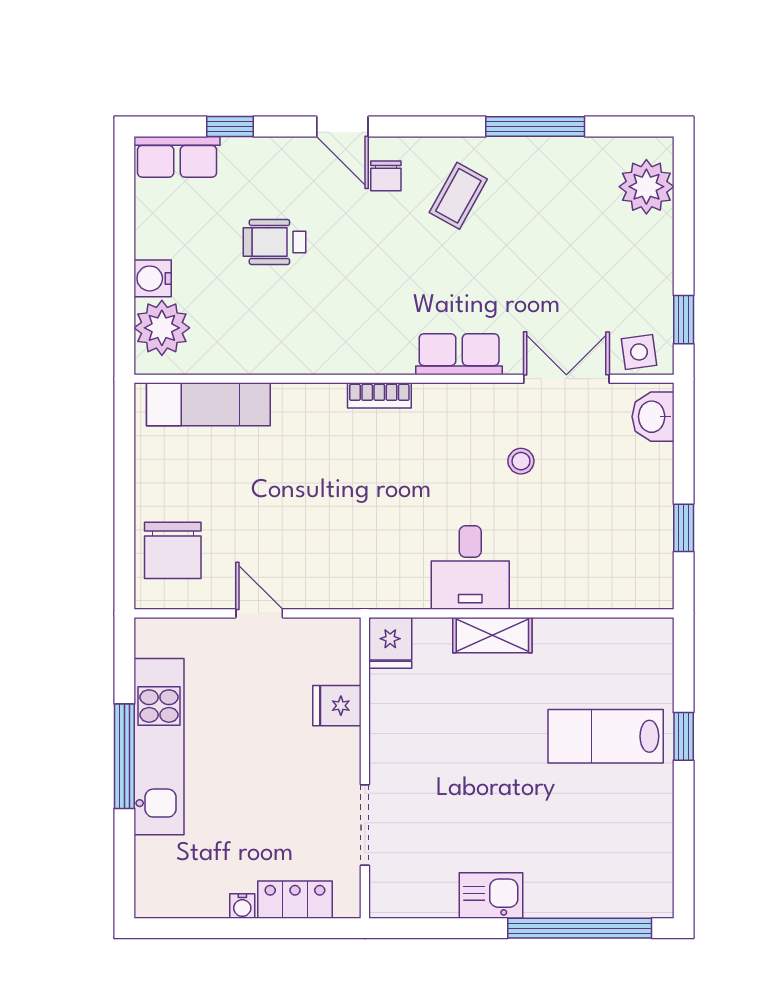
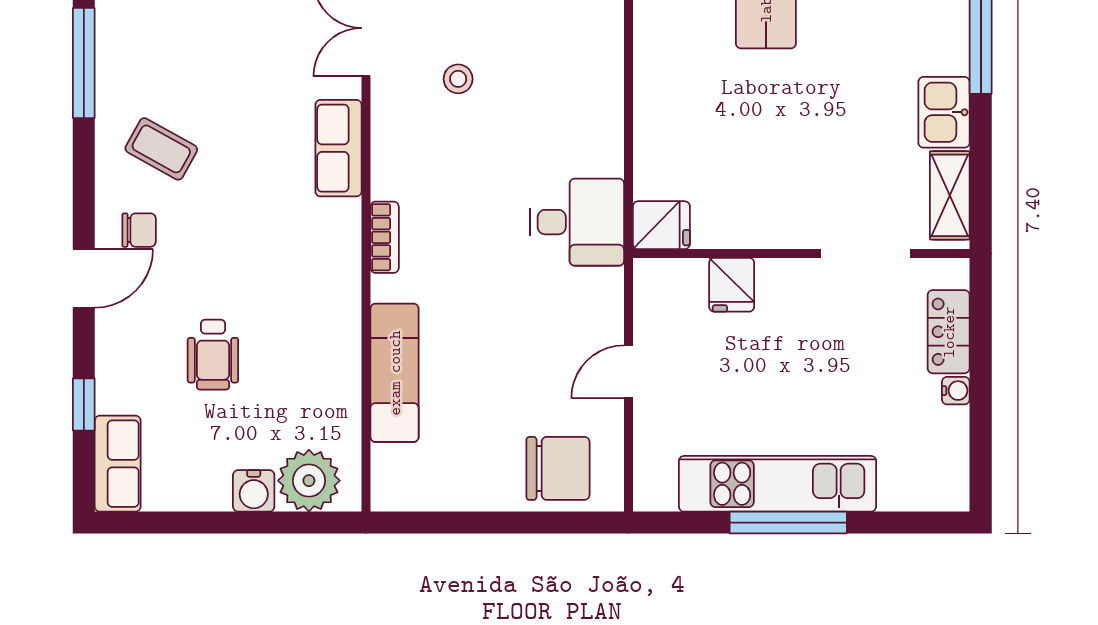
exam couch: (208, 404) -> (395, 373), moved
desk: (470, 568) -> (577, 222), moved
shelving: (492, 635) -> (950, 195), moved

